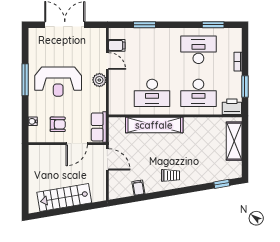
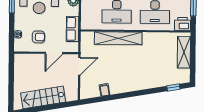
row of seats: (99, 127) -> (72, 29), moved
door: (107, 159) -> (79, 66), hinge flipped
trolley: (171, 175) -> (131, 80), removed

